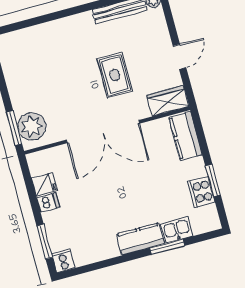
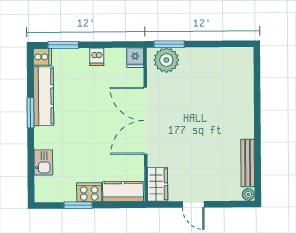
rug: (115, 75) -> (192, 144), removed
fridge: (44, 184) -> (135, 58), moved
cooker: (201, 192) -> (89, 192), moved
kitchen counter: (140, 239) -> (44, 96), moved, width x1.50
window: (167, 247) -> (31, 113), moved

